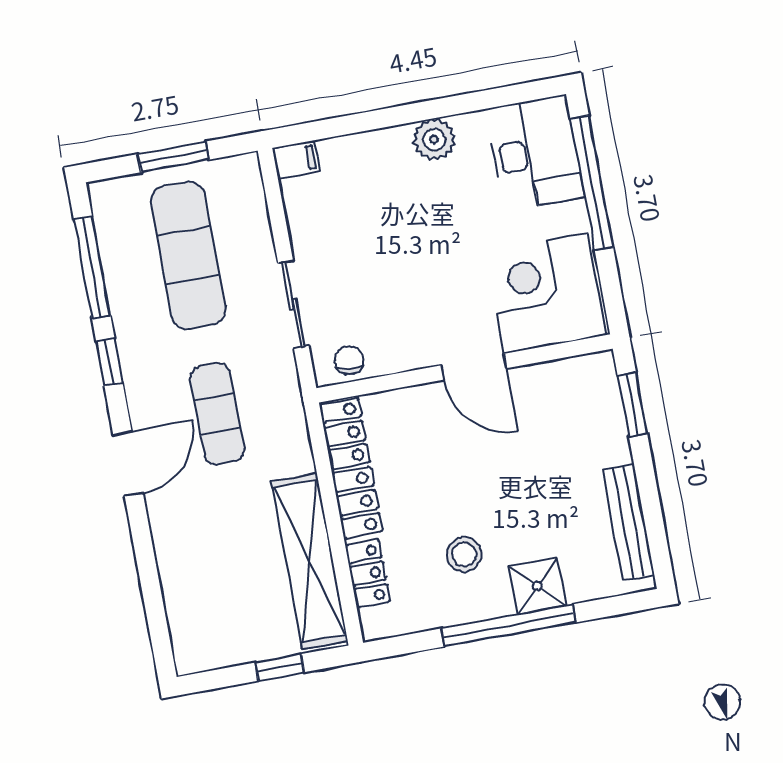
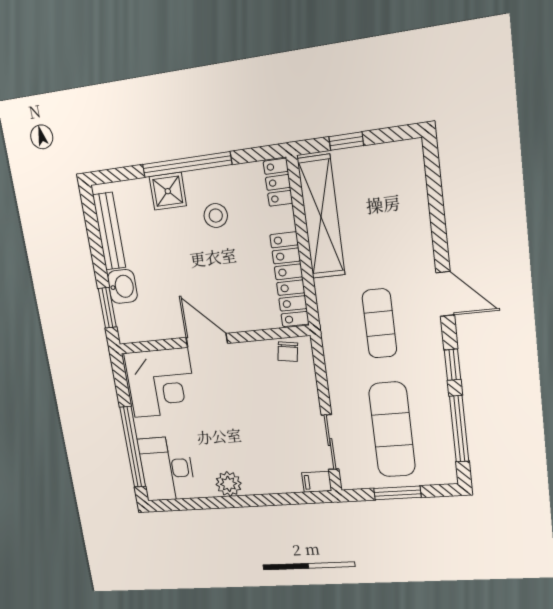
sliding door: (293, 305) -> (330, 442), moved
washbasin: (608, 439) -> (122, 287), added
door: (128, 464) -> (445, 294), swing flipped
locker: (368, 574) -> (278, 182), moved

